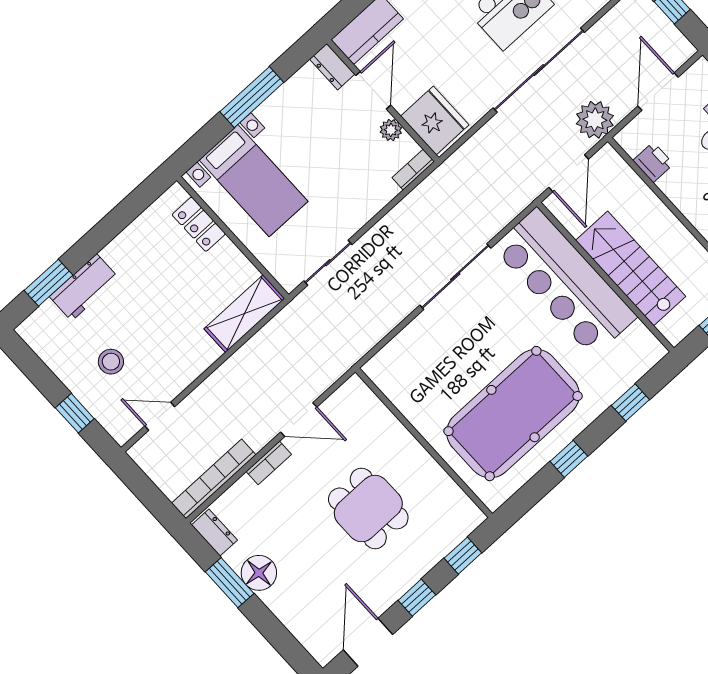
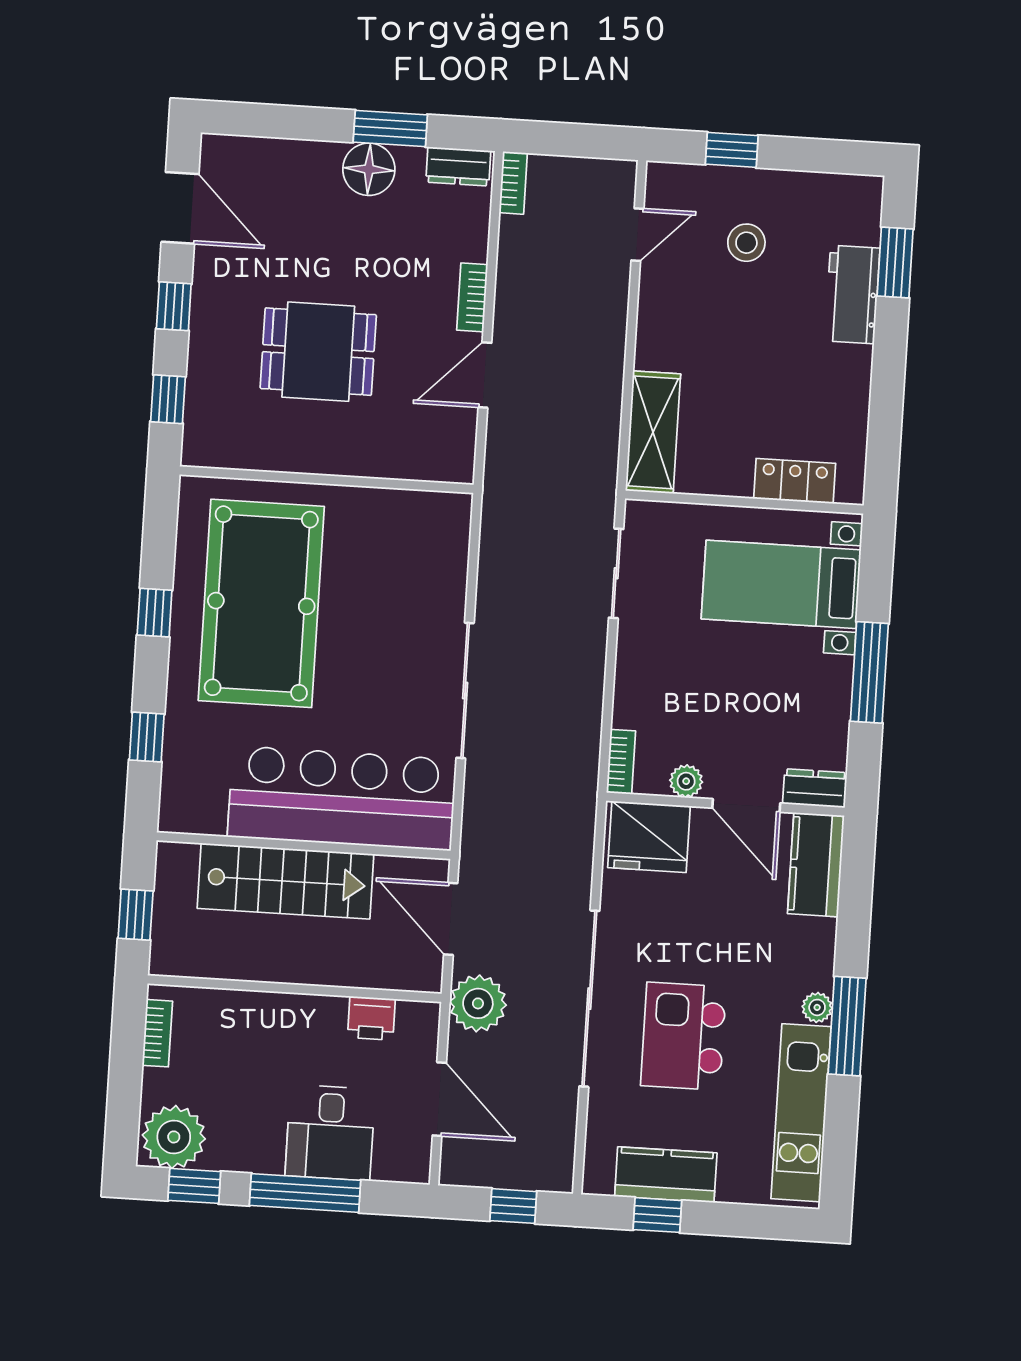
bookcase: (214, 479) -> (513, 183), width x0.43, depth x0.76

